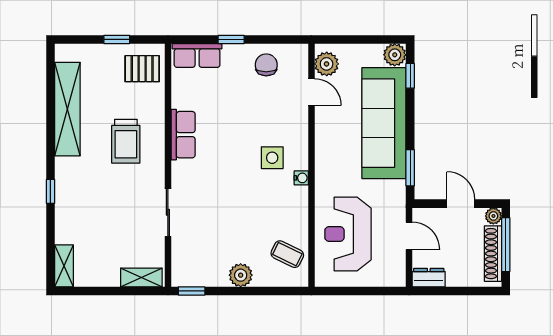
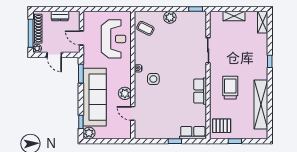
plant: (327, 64) -> (125, 93), moved
chair: (266, 65) -> (156, 128), removed
shelving: (141, 277) -> (234, 16), moved
dresser: (429, 278) -> (60, 16), moved

